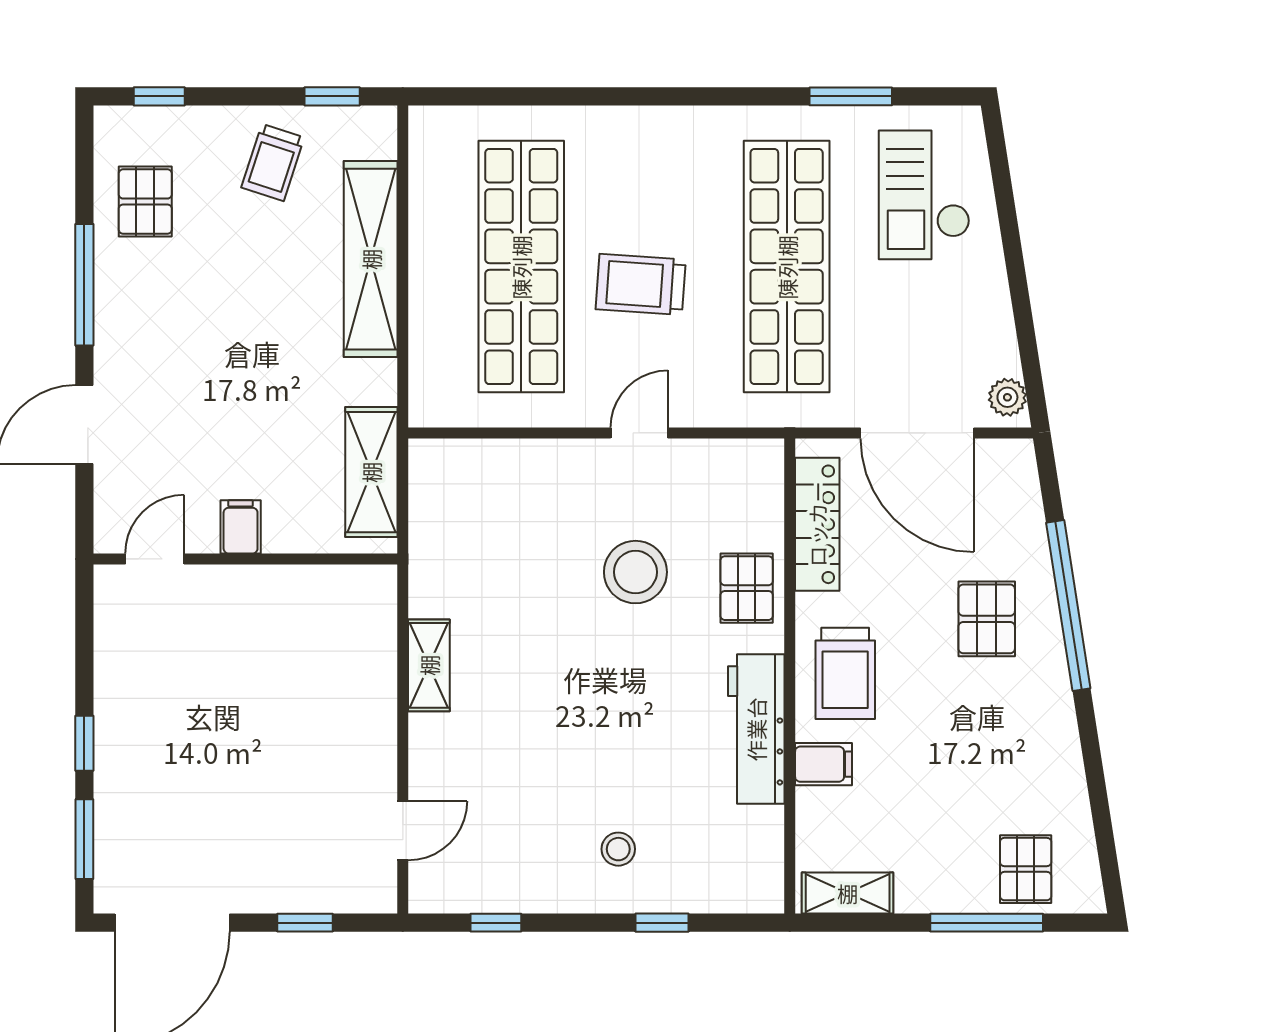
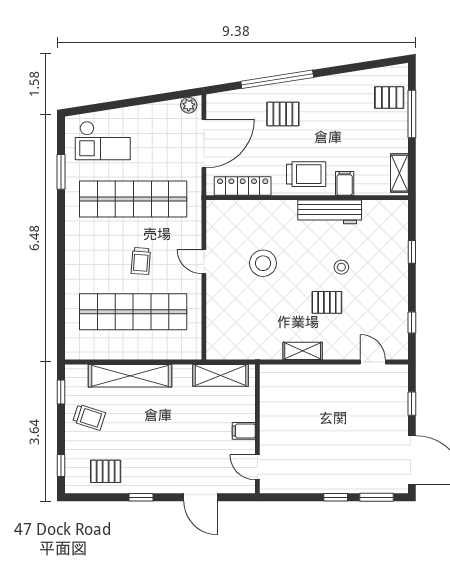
trolley: (641, 284) -> (141, 261), width x0.73, depth x0.72
window: (84, 285) -> (141, 497), width x0.46
pallet: (747, 588) -> (327, 302), moved
stool: (618, 849) -> (341, 267), moved

